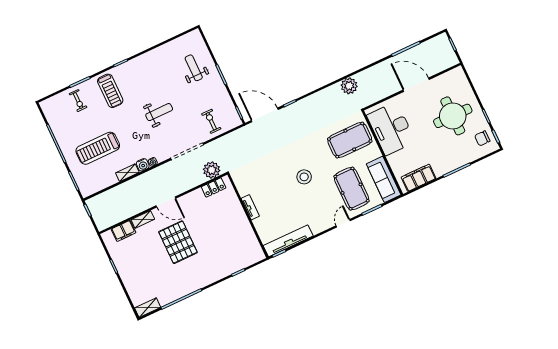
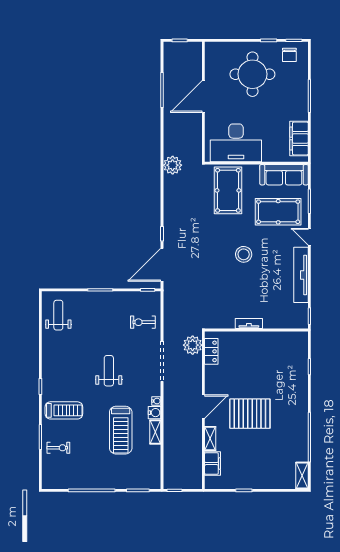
weight bench: (194, 68) -> (58, 315), moved, turned 90
treadmill: (98, 148) -> (121, 430), moved
tv unit: (288, 241) -> (301, 275), moved

